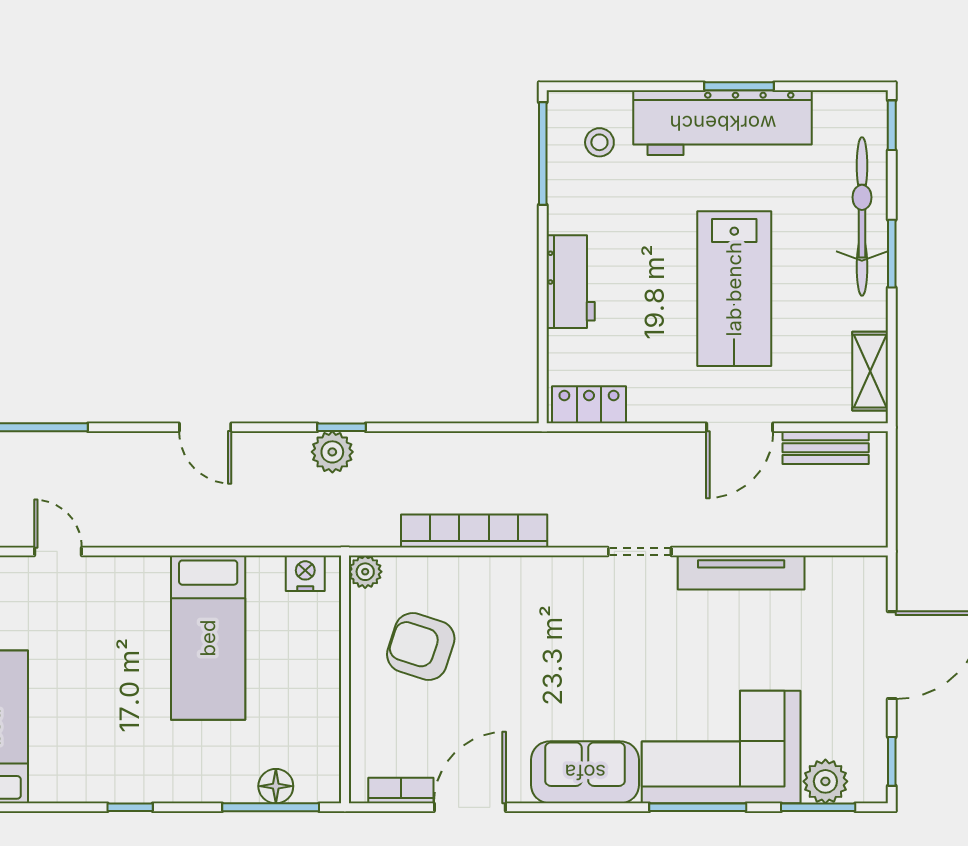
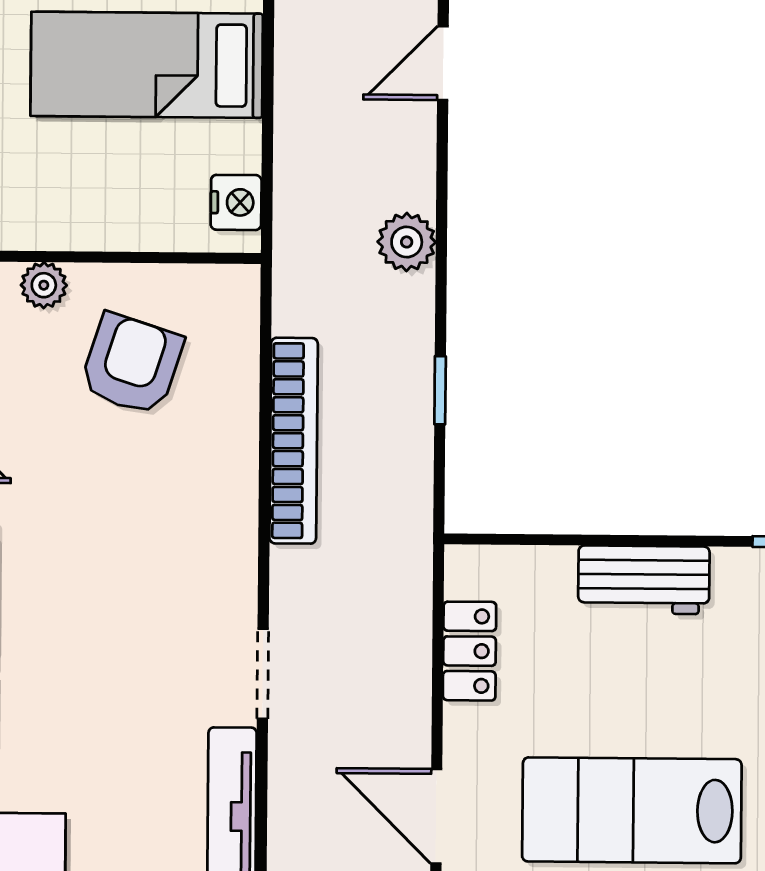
locker: (589, 405) -> (470, 651), moved
window: (341, 427) -> (440, 390), moved
plant: (365, 572) -> (44, 285), moved

